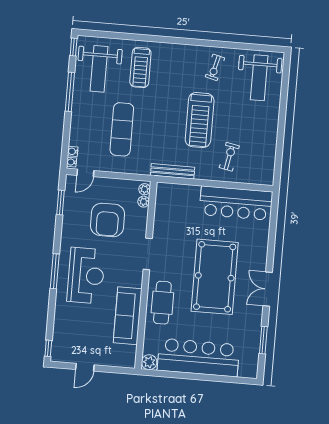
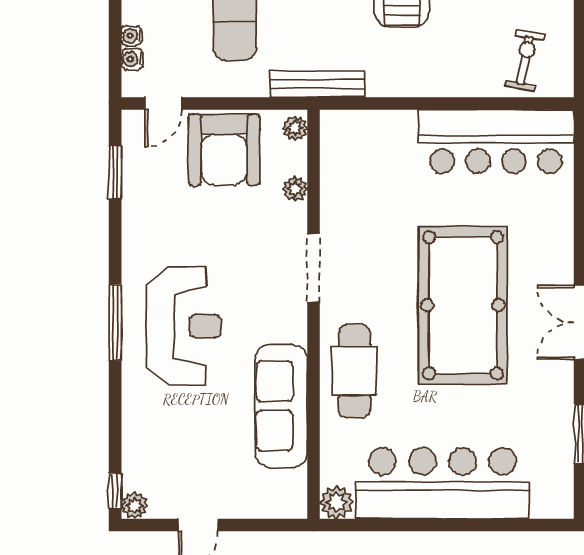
exercise bike: (229, 157) -> (525, 60), moved
water cooler: (71, 162) -> (132, 36), moved
bench: (173, 171) -> (317, 84), moved
plant: (144, 202) -> (295, 189), moved
armchair: (107, 220) -> (224, 150), moved
plant: (57, 356) -> (135, 506), added

